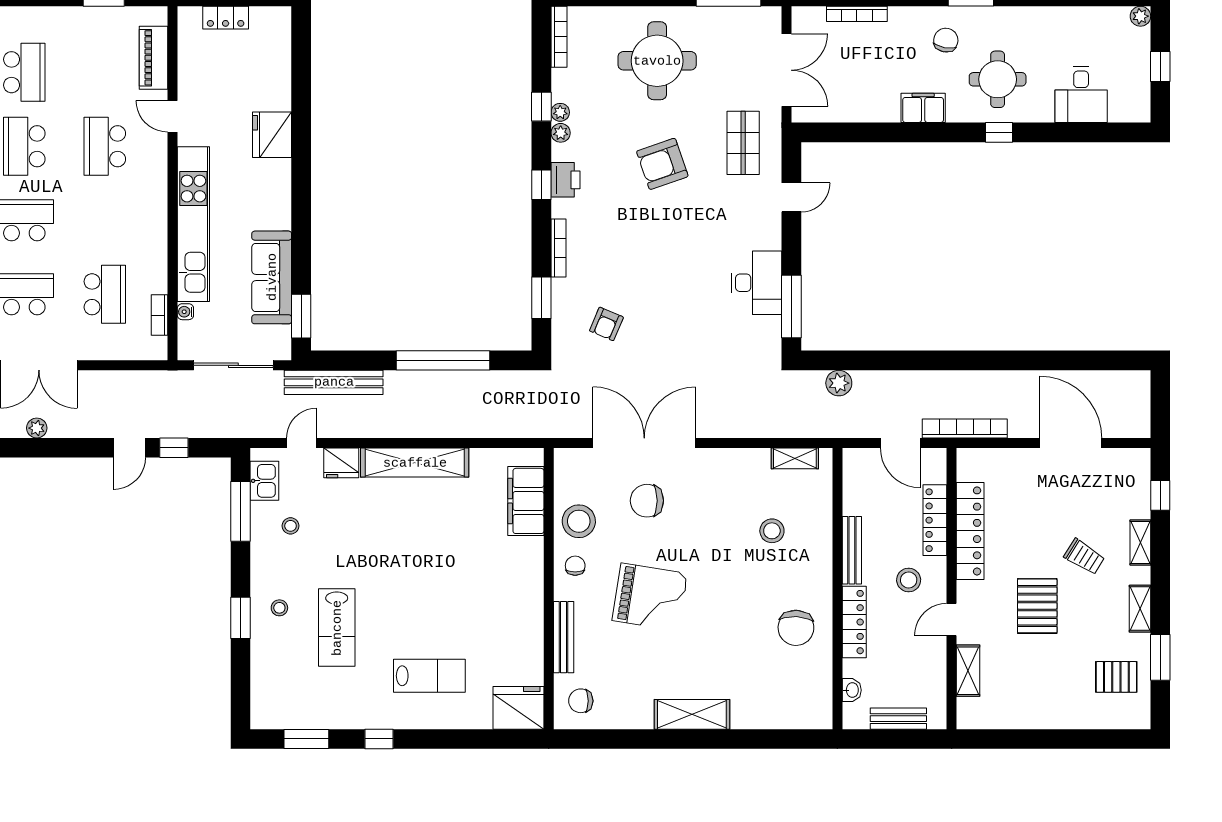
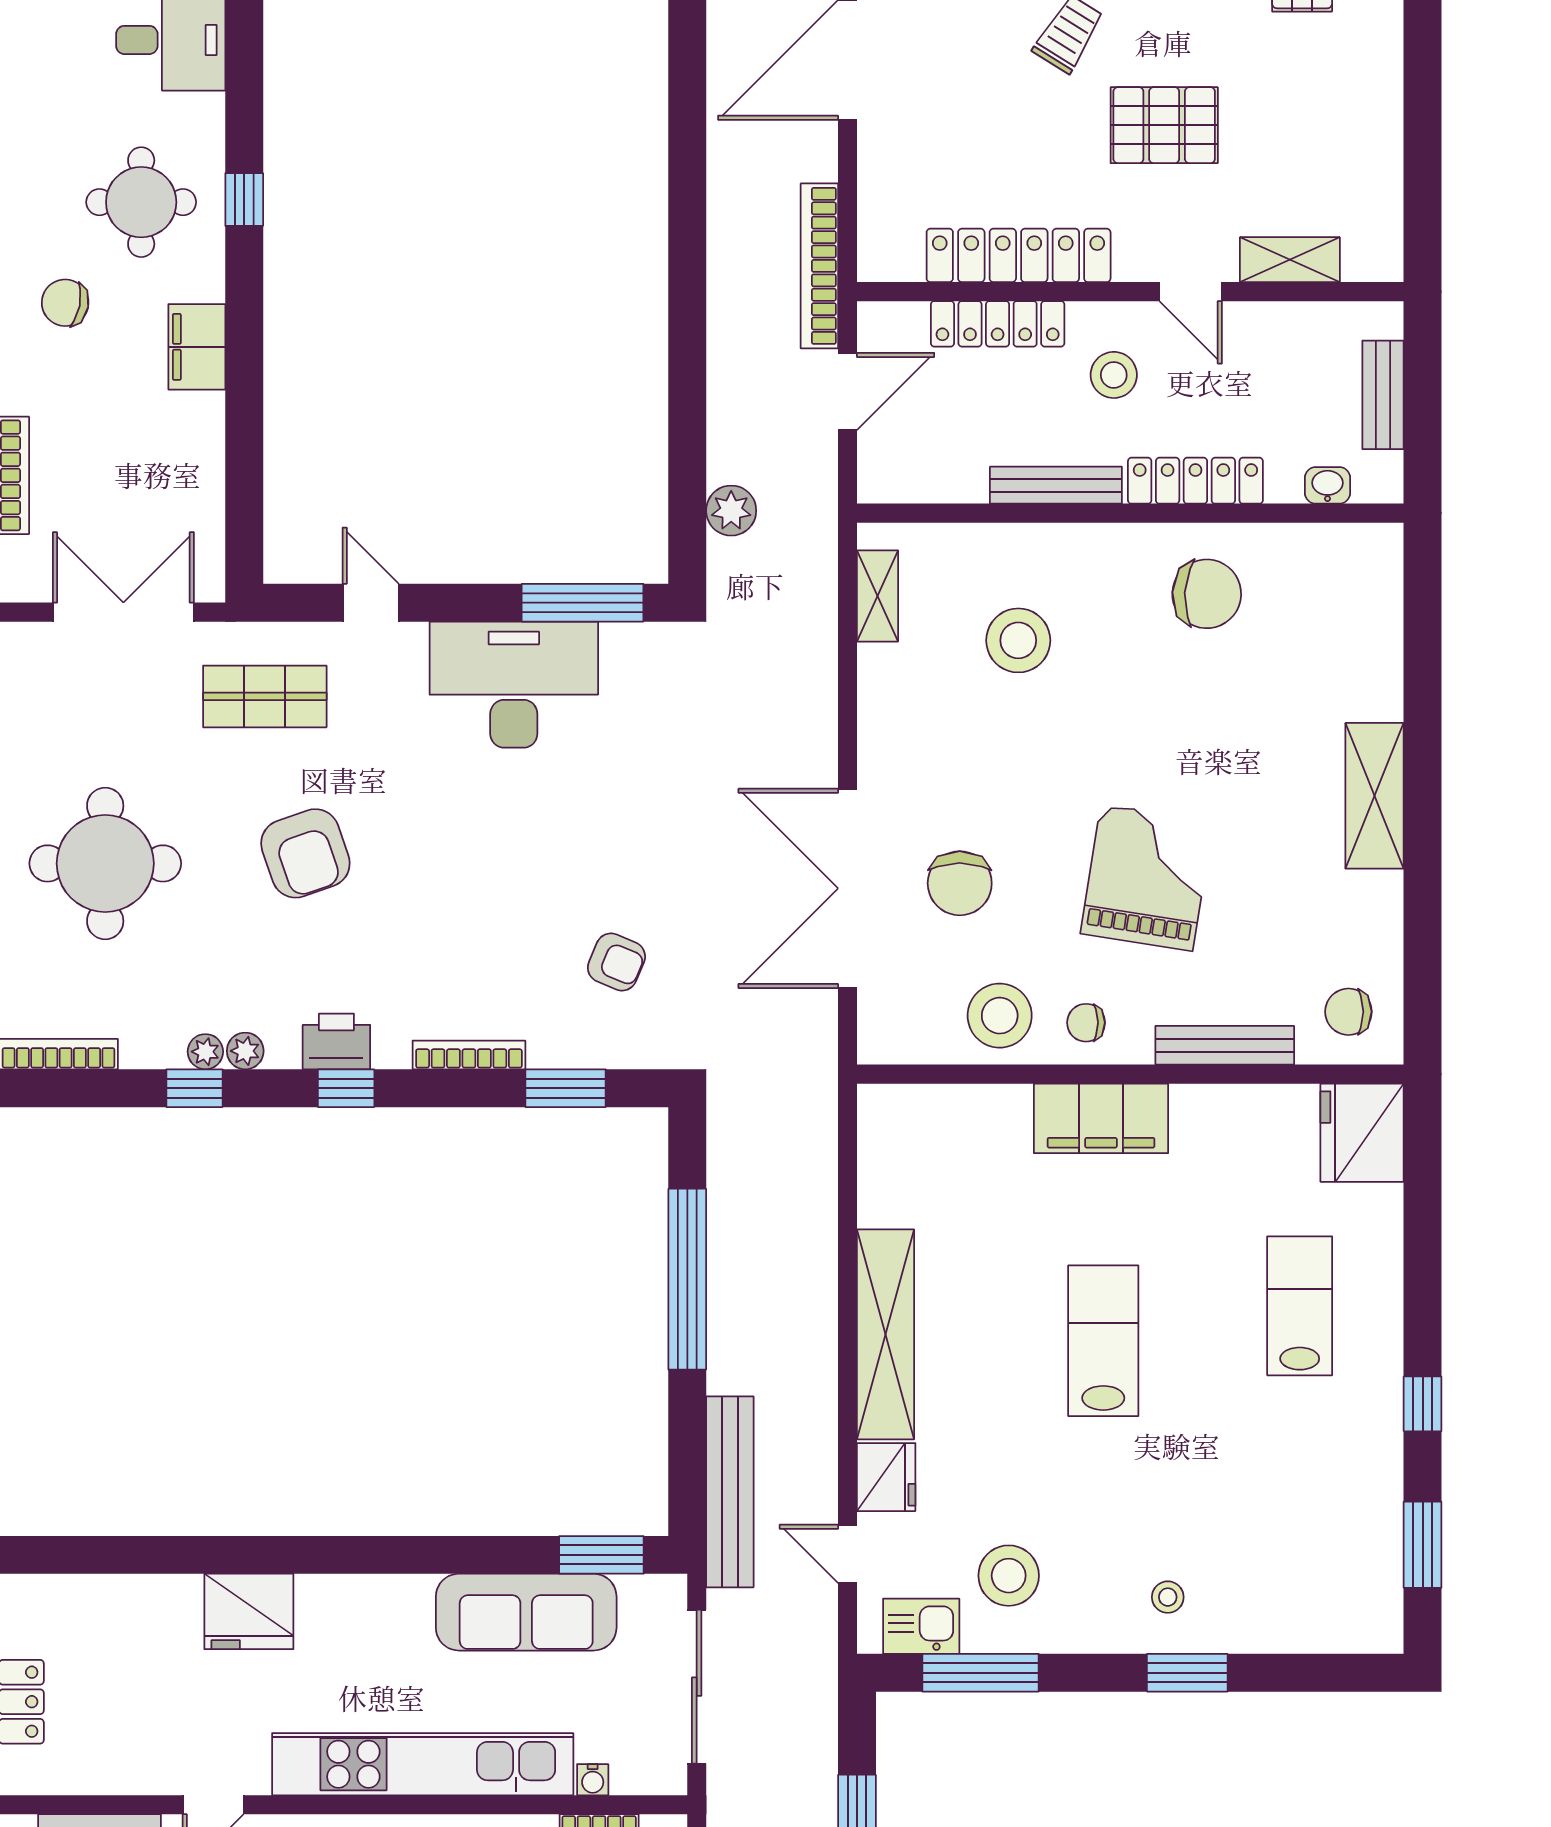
desk: (757, 283) -> (514, 685), width x1.36, depth x1.30
filing cabinet: (526, 501) -> (1101, 1118), moved
stool: (291, 526) -> (1009, 1576), width x1.89, depth x1.89
stool: (772, 531) -> (1018, 640), width x1.38, depth x1.38
lab bench: (337, 628) -> (1103, 1341), moved, turned -90
chair: (581, 701) -> (1348, 1012), turned 90

